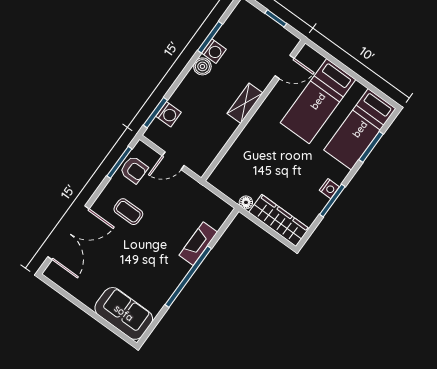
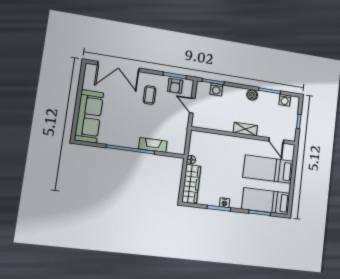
washing machine: (214, 51) -> (285, 100), moved
sofa: (124, 313) -> (89, 116), width x1.36

